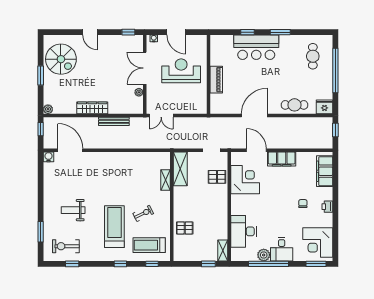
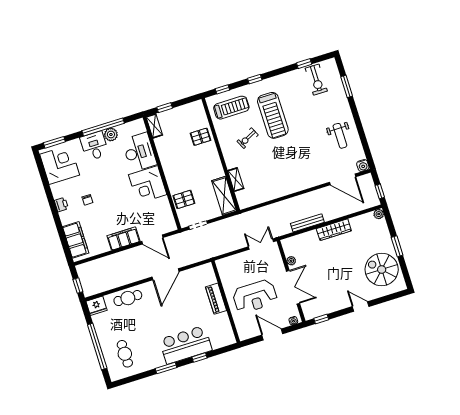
corner desk: (245, 180) -> (148, 185), moved
weight bench: (73, 210) -> (340, 136), moved, turned 90
exercise bike: (66, 246) -> (316, 80), turned 90

